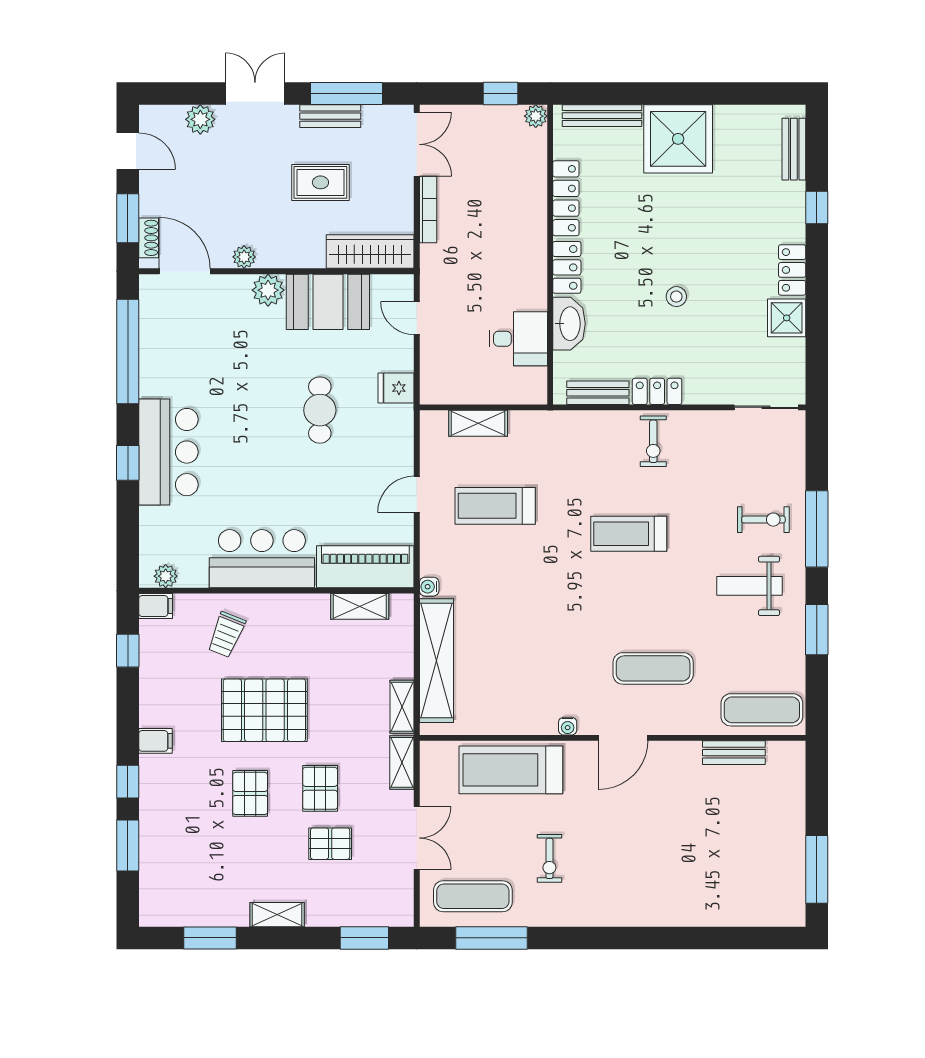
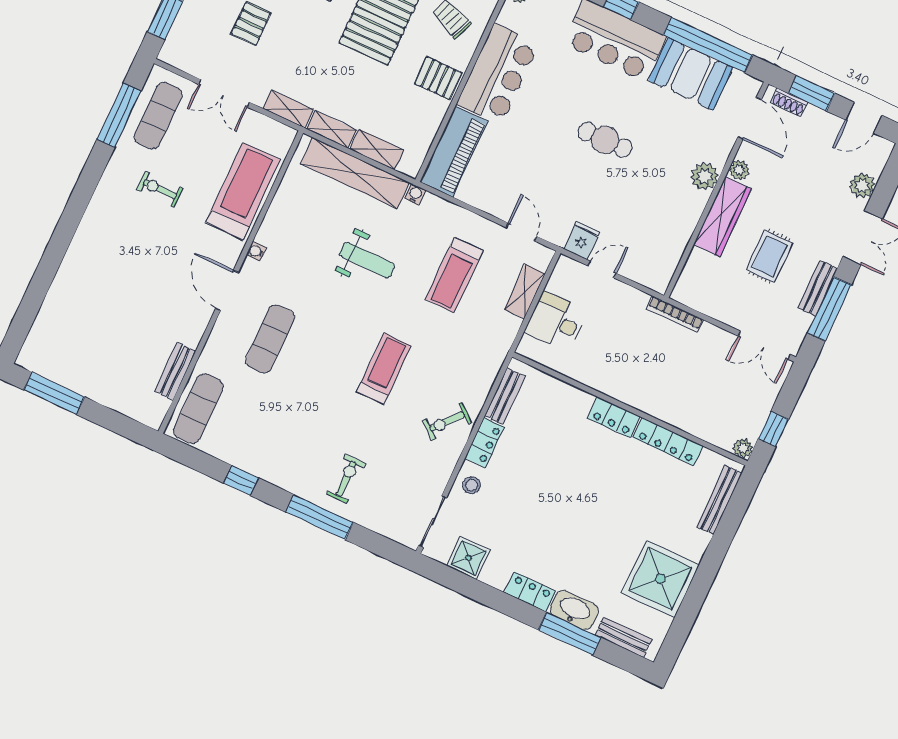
shower: (678, 139) -> (660, 579), moved
window: (817, 208) -> (570, 634), width x2.17
bookcase: (428, 210) -> (675, 314), moved
wardrobe: (370, 251) -> (722, 217), moved
door: (185, 271) -> (750, 118), hinge flipped
stool: (676, 297) -> (472, 485), moved
booth: (328, 302) -> (691, 74), moved, turned 90
door: (417, 318) -> (602, 270), moved
shower: (787, 318) -> (468, 558), moved
washbasin: (569, 324) -> (574, 610), moved, turned 180
desk: (518, 339) -> (556, 322), moved, turned 90
cafe table: (320, 410) -> (605, 140), moved
exercise bike: (653, 441) -> (447, 422), turned -50
door: (417, 494) -> (521, 232), moved
treadmill: (495, 506) -> (454, 275), turned 180
exercise bike: (763, 520) -> (346, 479), turned 180
weight bench: (750, 586) -> (367, 260), moved, turned 90
shelving: (360, 606) -> (377, 150), moved, turned 90
window: (817, 630) -> (241, 480), width x0.67
pallet: (320, 788) -> (438, 78), moved

